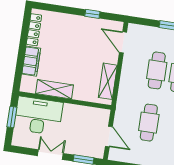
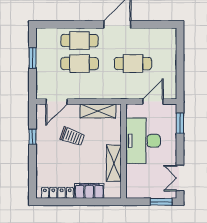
trolley: (87, 53) -> (72, 136), added
desk: (38, 116) -> (143, 141), moved
window: (12, 117) -> (161, 202), moved
double door: (50, 155) -> (180, 178), moved

